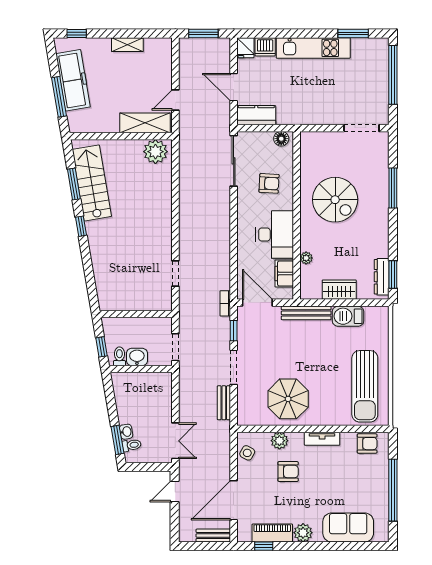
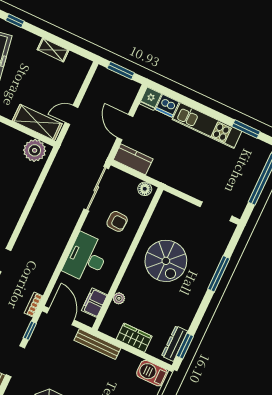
desk: (275, 235) -> (86, 258), moved, turned 180
barbecue: (348, 316) -> (152, 373), moved

